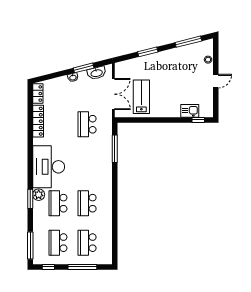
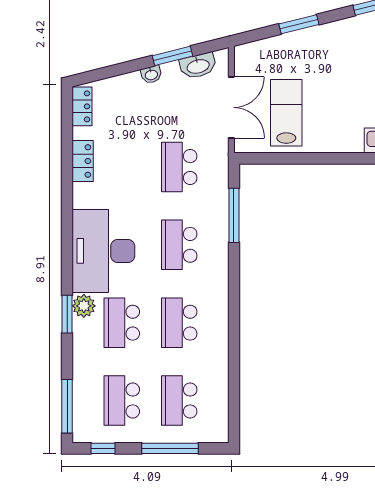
locker: (38, 121) -> (83, 161), width x0.66
school desk: (87, 164) -> (179, 245), added

